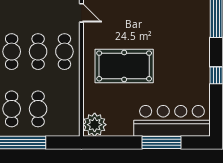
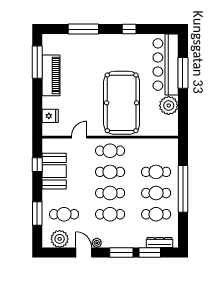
pool table: (124, 66) -> (122, 103), width x1.36, depth x1.32
plant: (95, 125) -> (169, 105), moved

